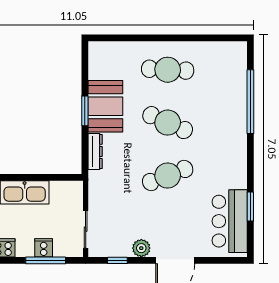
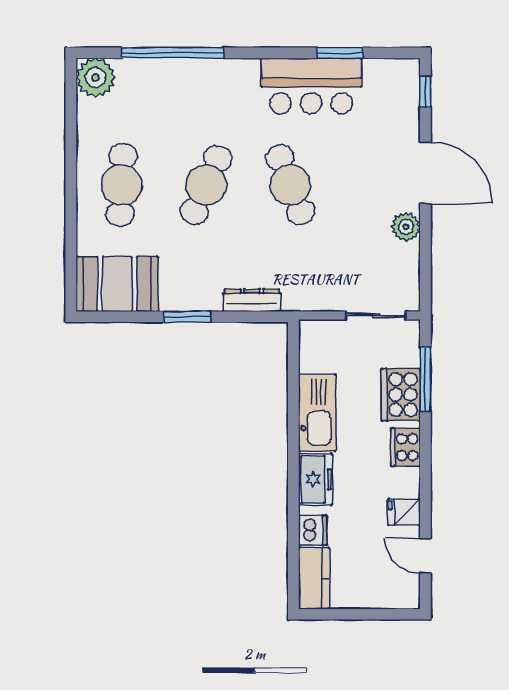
plant: (235, 53) -> (96, 77), added
booth: (105, 106) -> (117, 284), moved
bar counter: (230, 221) -> (311, 86), moved
cooker: (44, 248) -> (401, 395), width x1.87, depth x1.31
window: (117, 260) -> (425, 92), moved

